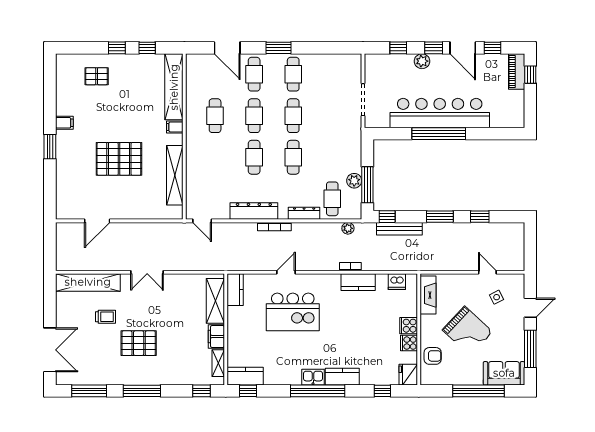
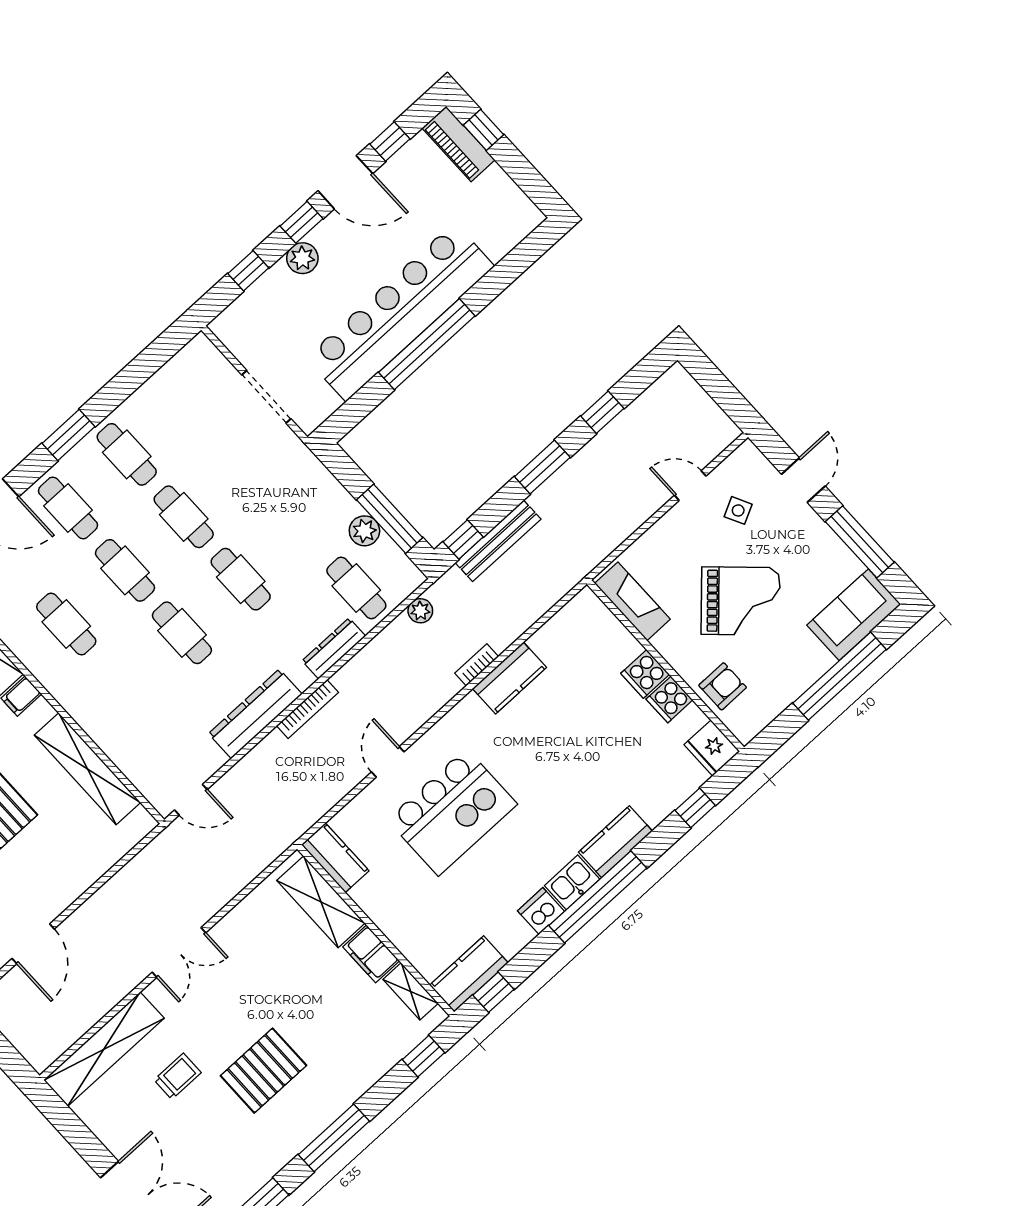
dishwasher: (397, 282) -> (541, 911), moved, turned 180

